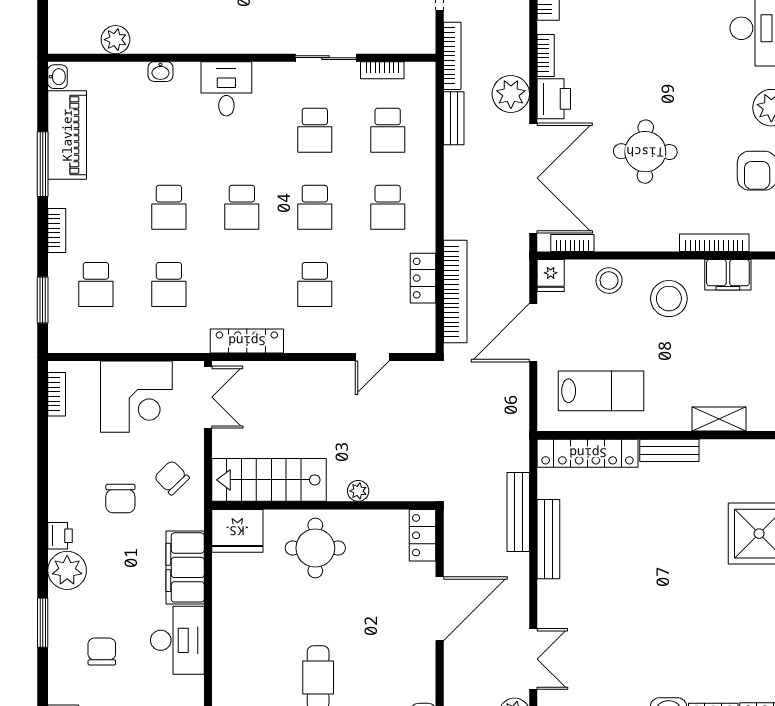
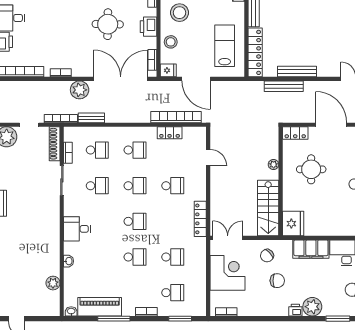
shoe rack: (401, 43) -> (55, 144), added
printer: (554, 99) -> (148, 27), moved, turned -90
round table: (315, 548) -> (311, 169), moved

